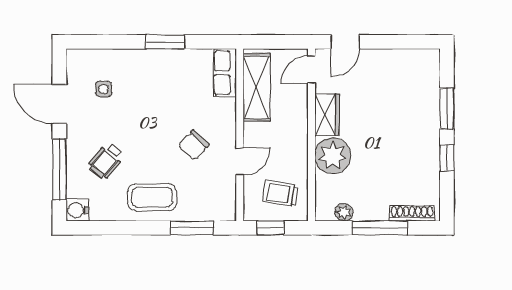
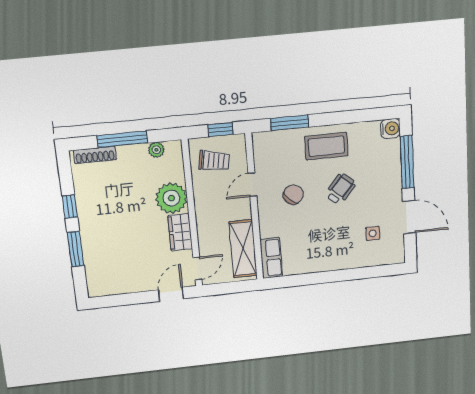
window: (165, 42) -> (323, 277), removed
wheelchair: (106, 161) -> (340, 189), moved

